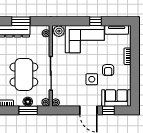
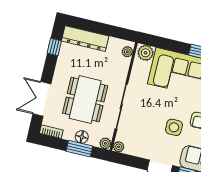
window: (21, 21) -> (98, 28), removed

